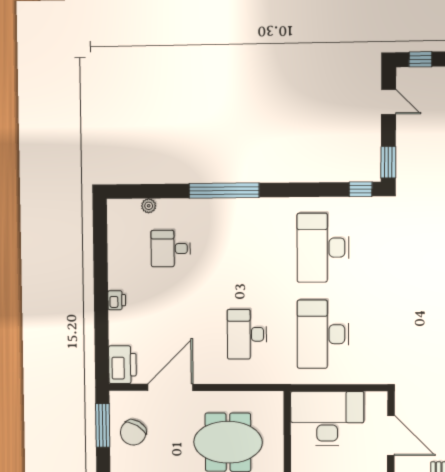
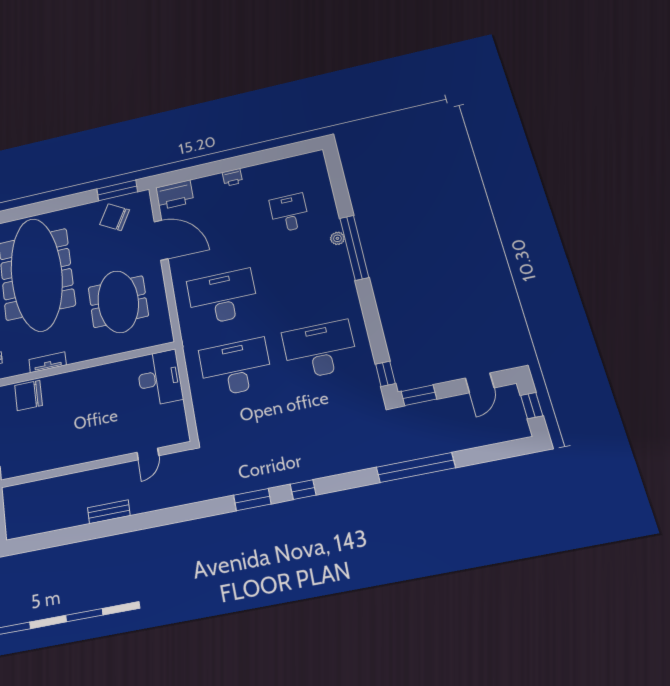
plant: (149, 206) -> (337, 238), moved
desk: (247, 334) -> (222, 297), width x1.36, depth x1.30
desk: (327, 418) -> (160, 378), width x0.73, depth x0.77
door: (391, 435) -> (148, 454), width x0.53

